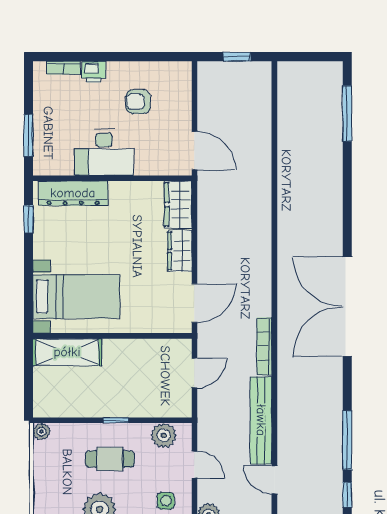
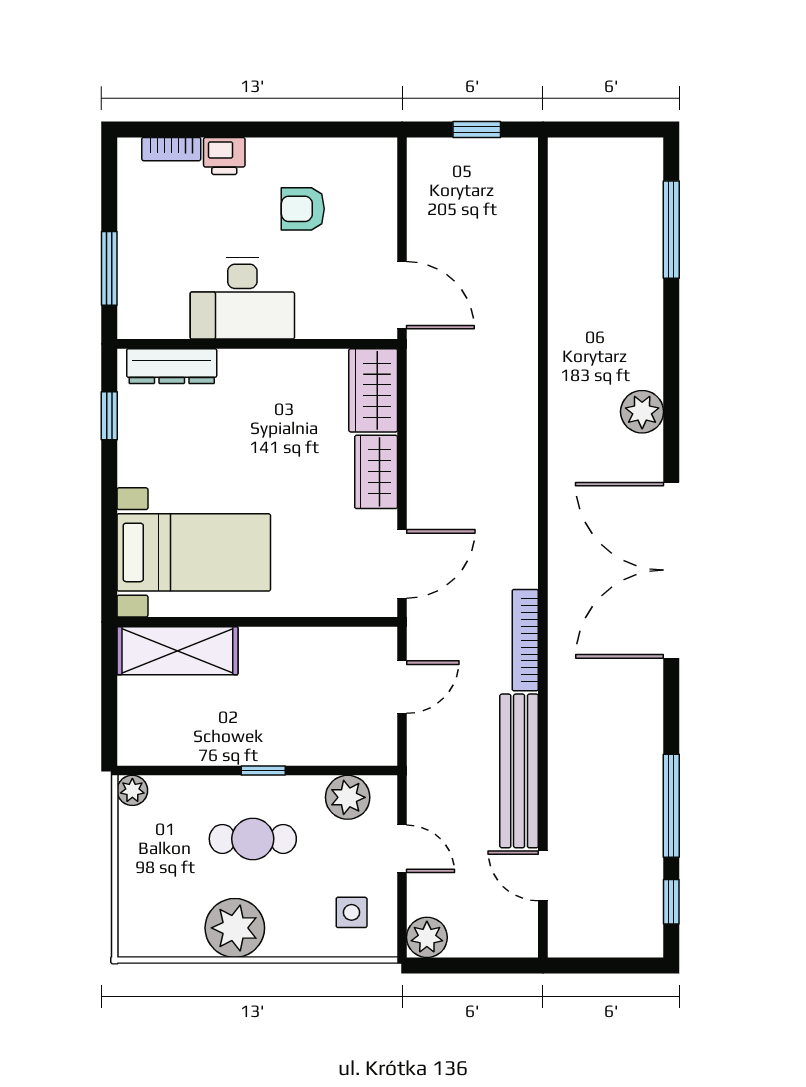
dresser: (73, 193) -> (172, 366), width x0.73, depth x0.80
plant: (331, 217) -> (642, 412), added

